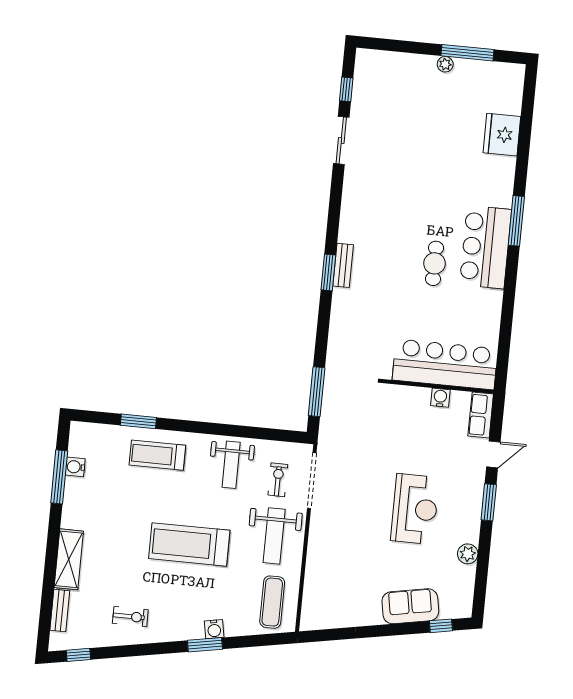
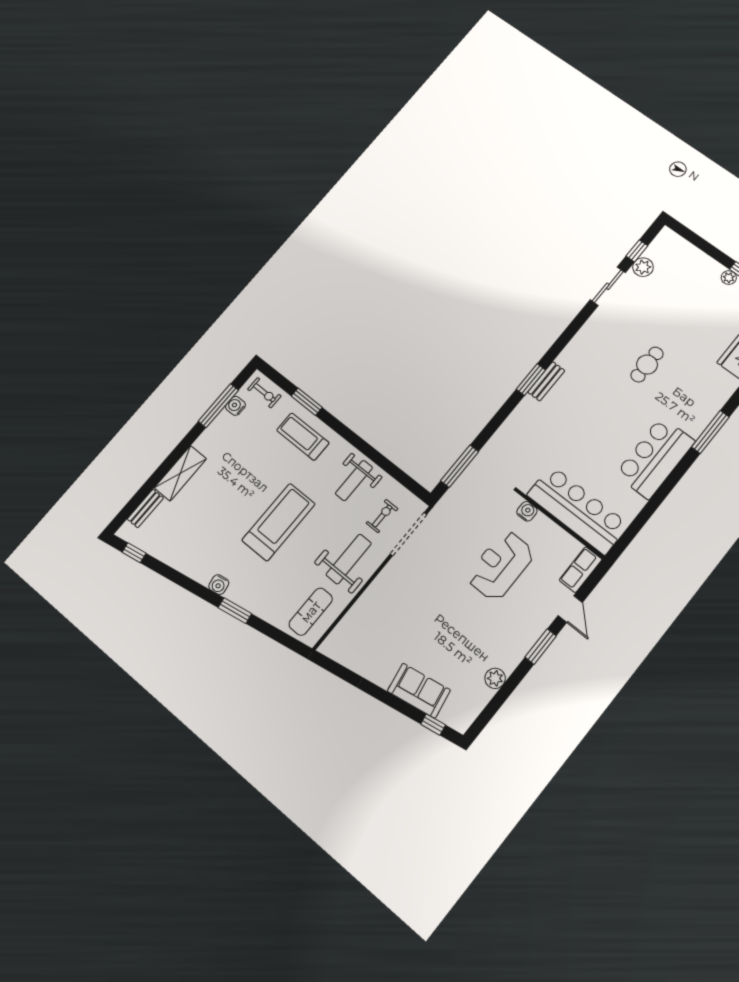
plant: (362, 102) -> (643, 267), added
bar counter: (486, 247) -> (655, 458), moved
cafe table: (435, 263) -> (647, 365), moved
water cooler: (440, 398) -> (527, 511), moved
door: (493, 454) -> (570, 609), hinge flipped
reception desk: (415, 509) -> (501, 565), moved, turned 180
weight bench: (274, 536) -> (349, 559), turned 180
treadmill: (189, 544) -> (279, 522), turned 90
exercise bike: (130, 617) -> (264, 393), moved
water cooler: (214, 629) -> (219, 585), moved

